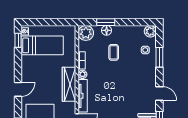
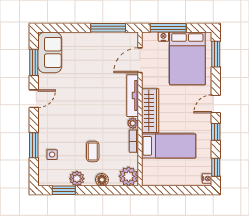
window: (106, 22) -> (64, 190), moved
plant: (150, 31) -> (77, 179), moved
bed: (42, 45) -> (169, 146), moved, turned 180
window: (18, 68) -> (216, 132), added
door: (159, 93) -> (34, 99), swing flipped

